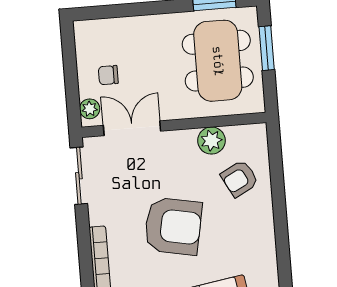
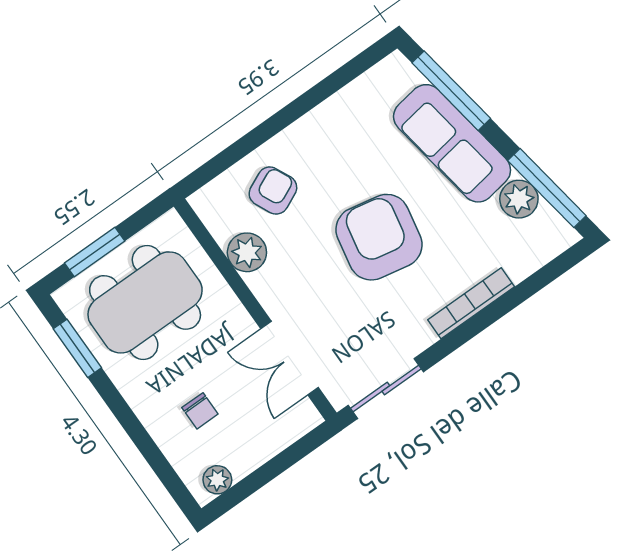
chair: (108, 75) -> (200, 411), moved
plant: (90, 109) -> (217, 480), moved
armchair: (240, 179) -> (273, 191), turned -87

